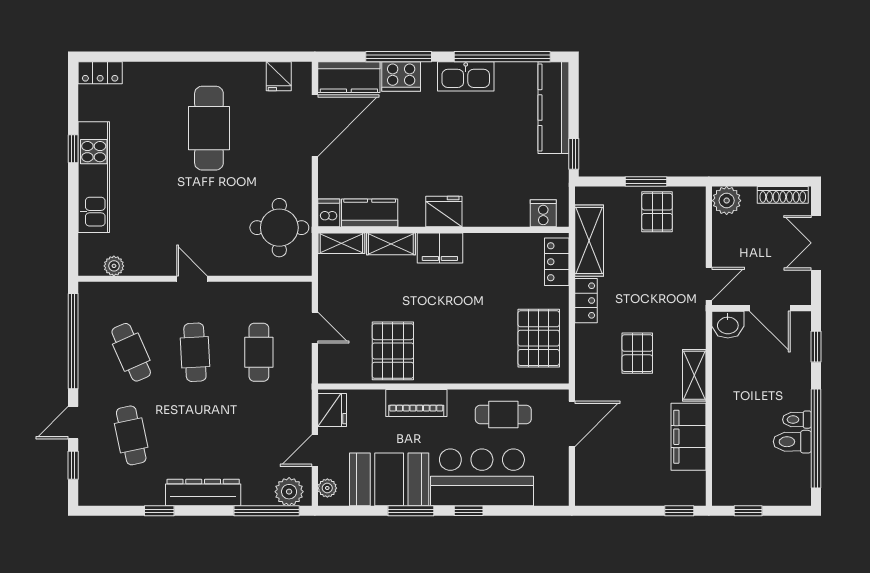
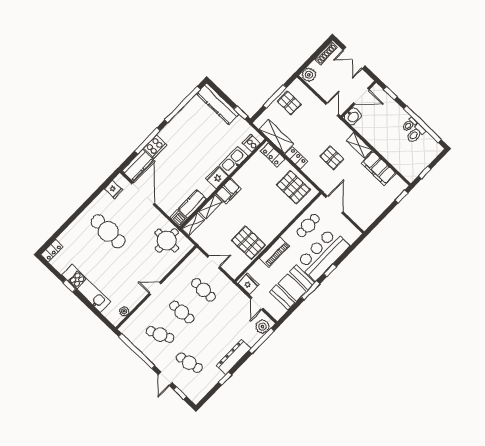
kitchen sink: (466, 76) -> (233, 161), moved, turned 180
window: (646, 181) -> (275, 97), width x1.44
plant: (327, 488) -> (274, 312), removed

